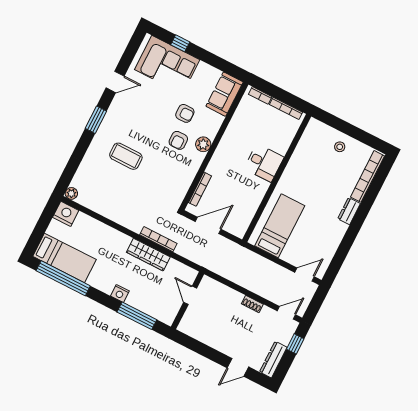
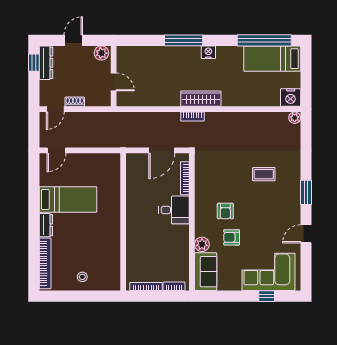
armchair: (178, 140) -> (225, 211), turned 180
plant: (203, 144) -> (202, 244), moved
coffee table: (126, 156) -> (264, 174), width x0.73, depth x0.77
desk: (264, 163) -> (174, 210), moved, turned 180
bed: (280, 226) -> (68, 199), moved, turned -90
bookcase: (158, 239) -> (192, 117), width x0.64
door: (190, 295) -> (114, 82), moved
wall: (187, 300) -> (114, 76), moved
shoe rack: (252, 304) -> (75, 102), moved
plant: (218, 343) -> (101, 53), added
window: (295, 344) -> (34, 63), moved

